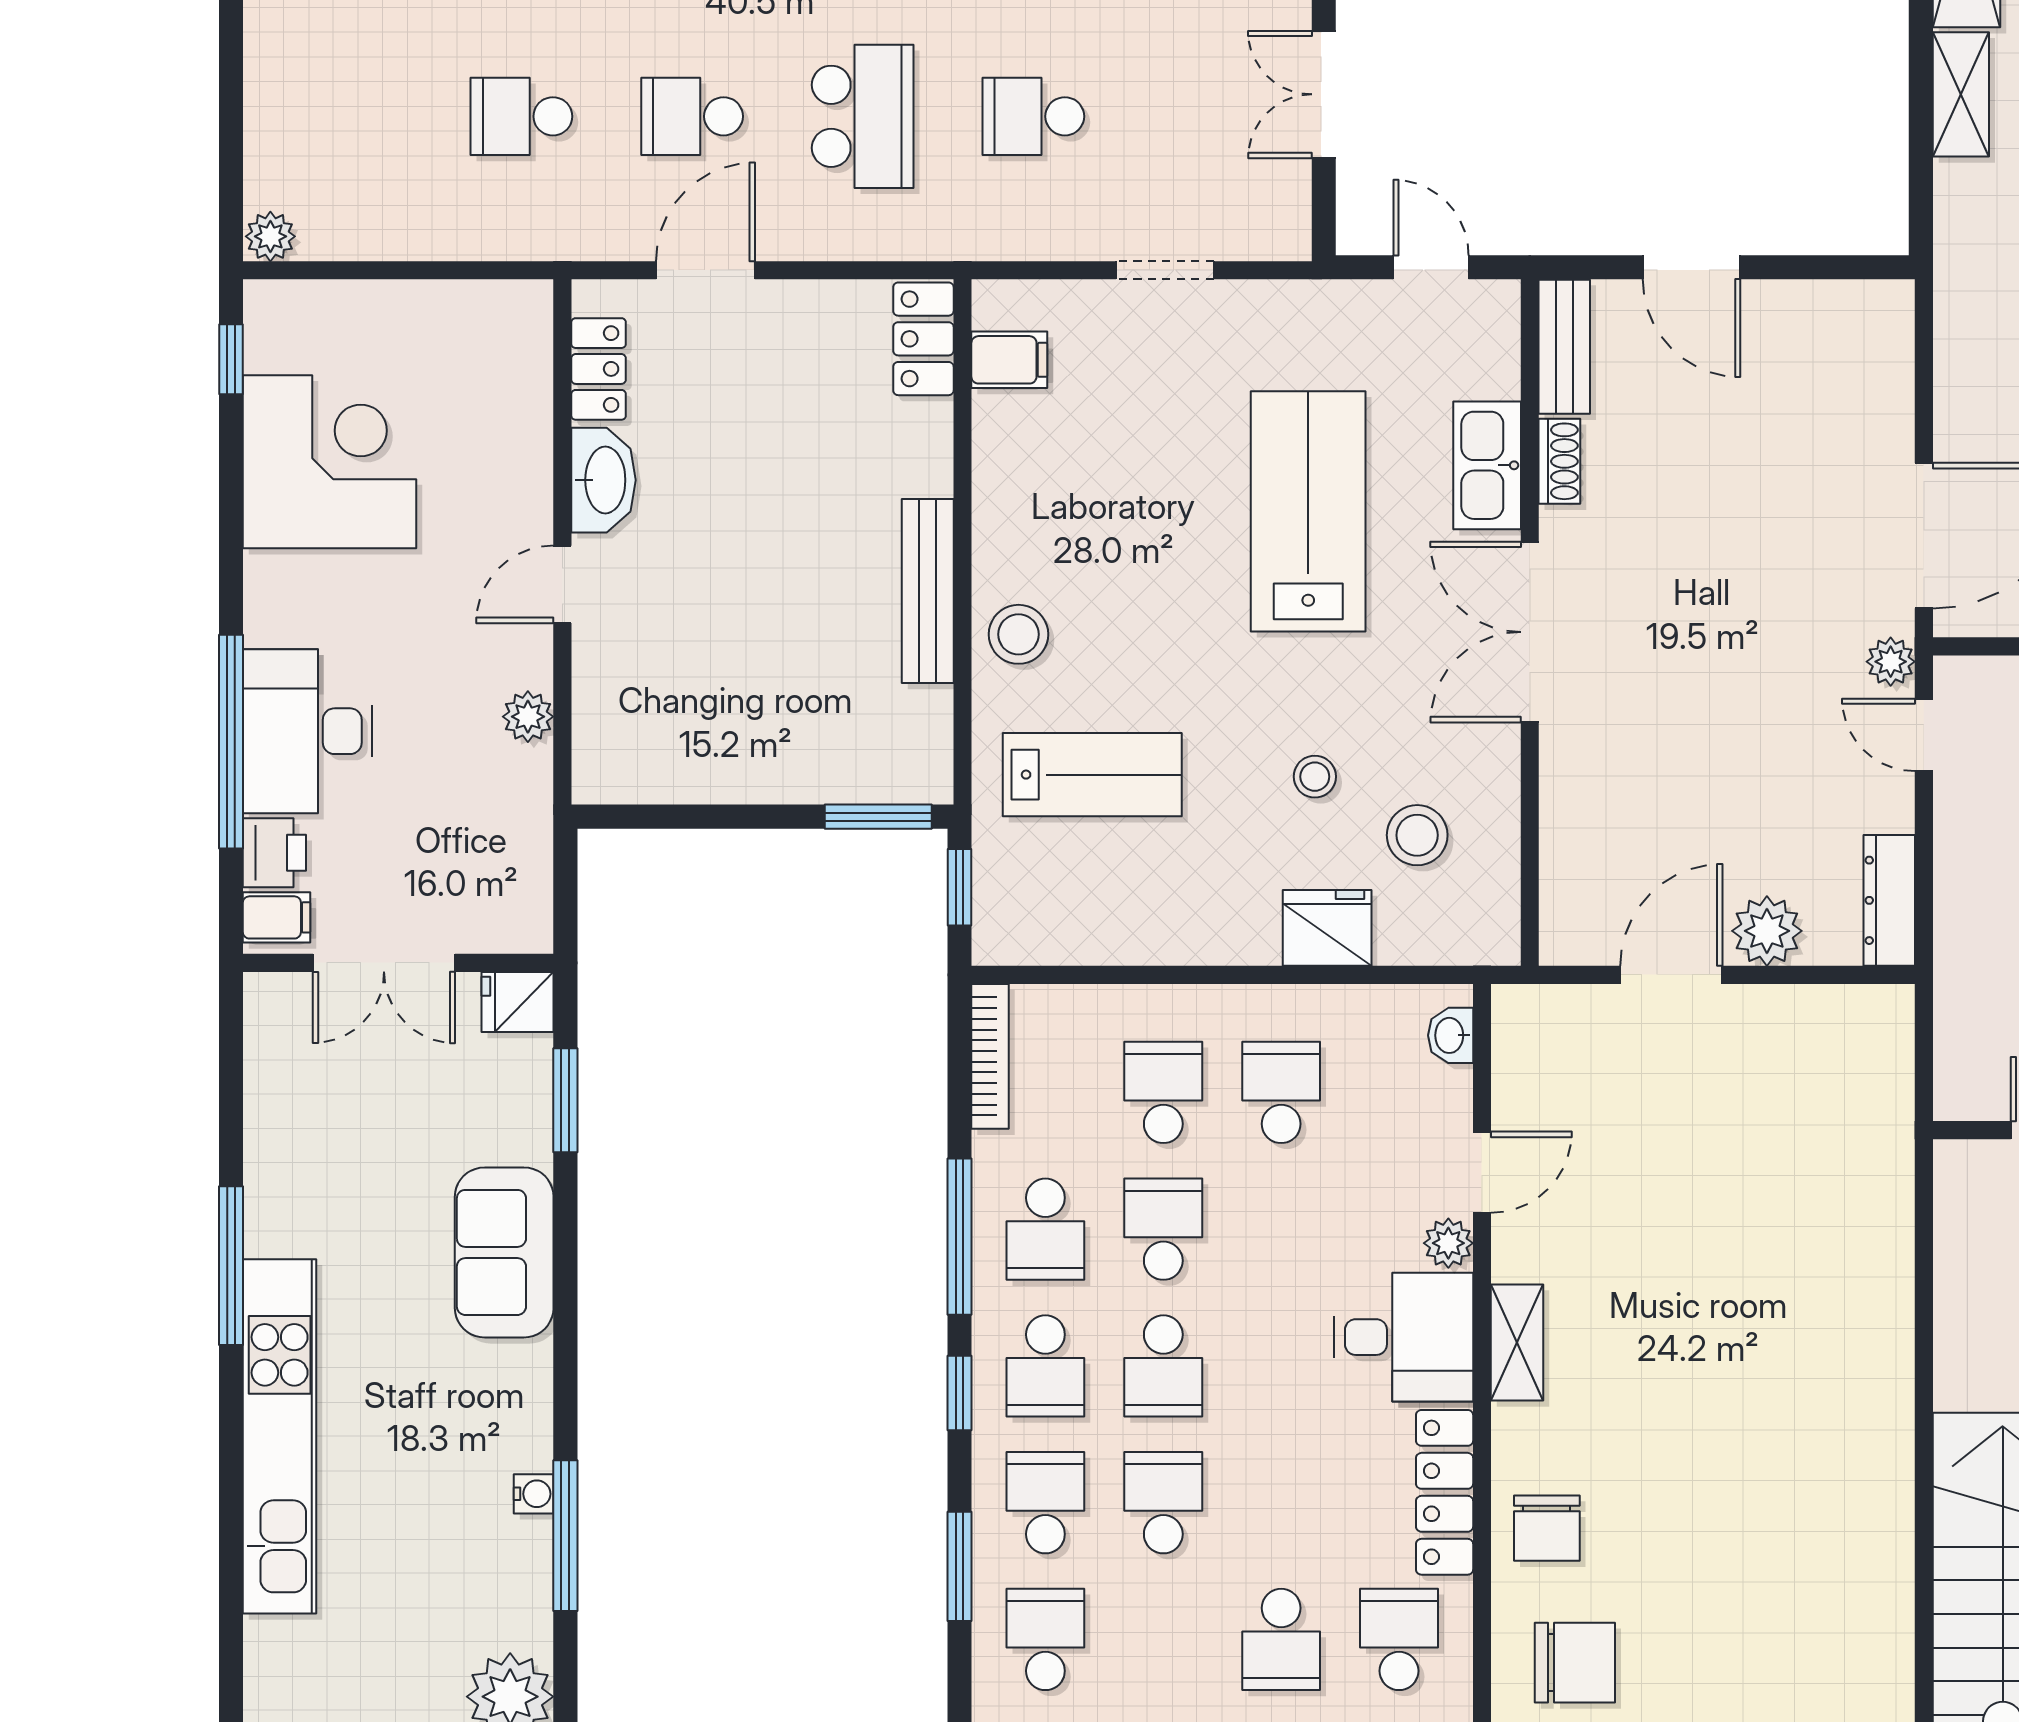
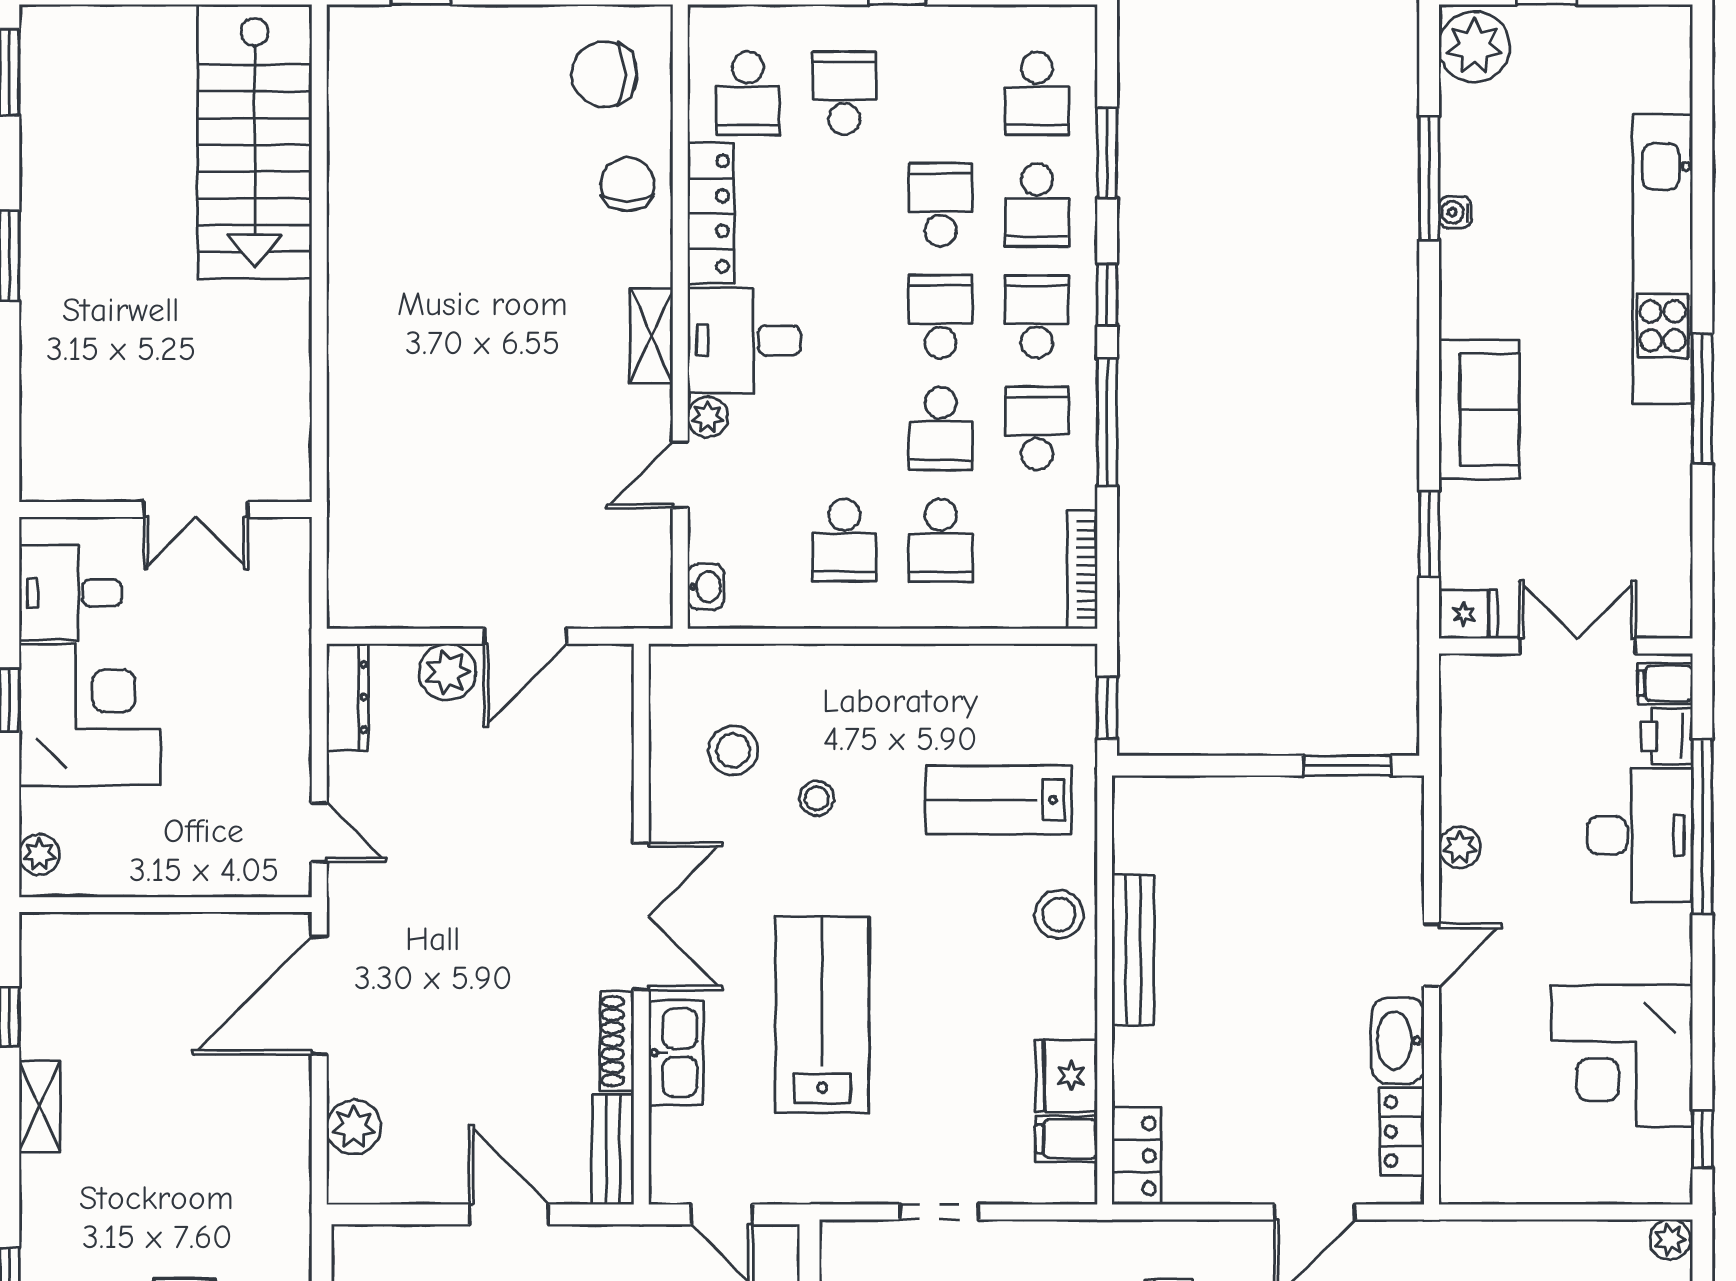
shoe rack: (1559, 461) -> (617, 1041), width x1.43
lab bench: (1308, 511) -> (822, 1015), turned 180
plant: (1891, 662) -> (354, 1127), moved, width x1.38, depth x1.38
window: (878, 817) -> (1347, 766), moved
fridge: (1327, 928) -> (1066, 1076), moved, turned 90
school desk: (1163, 1503) -> (941, 205), turned 180

